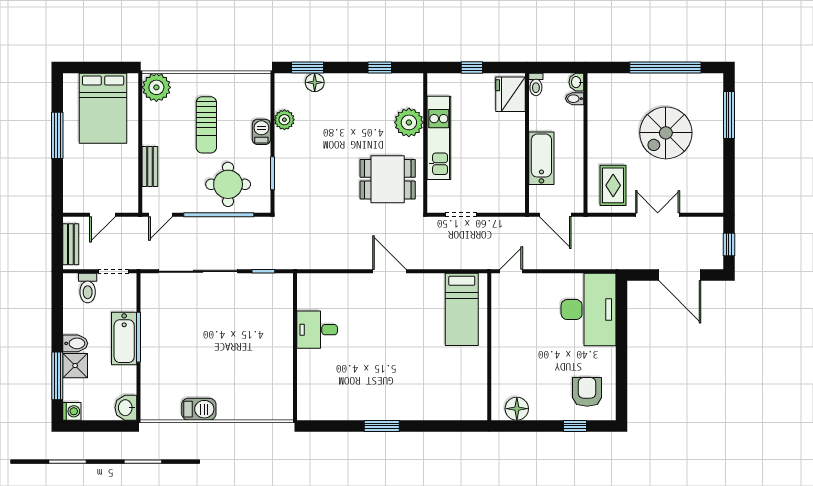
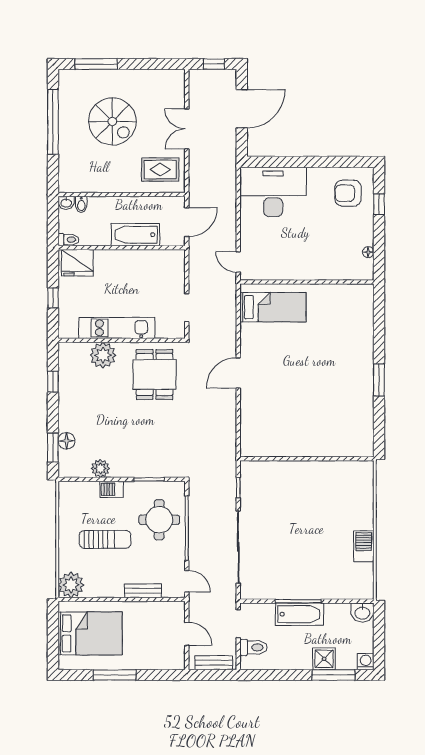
desk: (317, 330) -> (291, 439), removed
bidet: (75, 343) -> (304, 659), removed
floor lamp: (517, 409) -> (368, 252), width x0.53, depth x0.53

